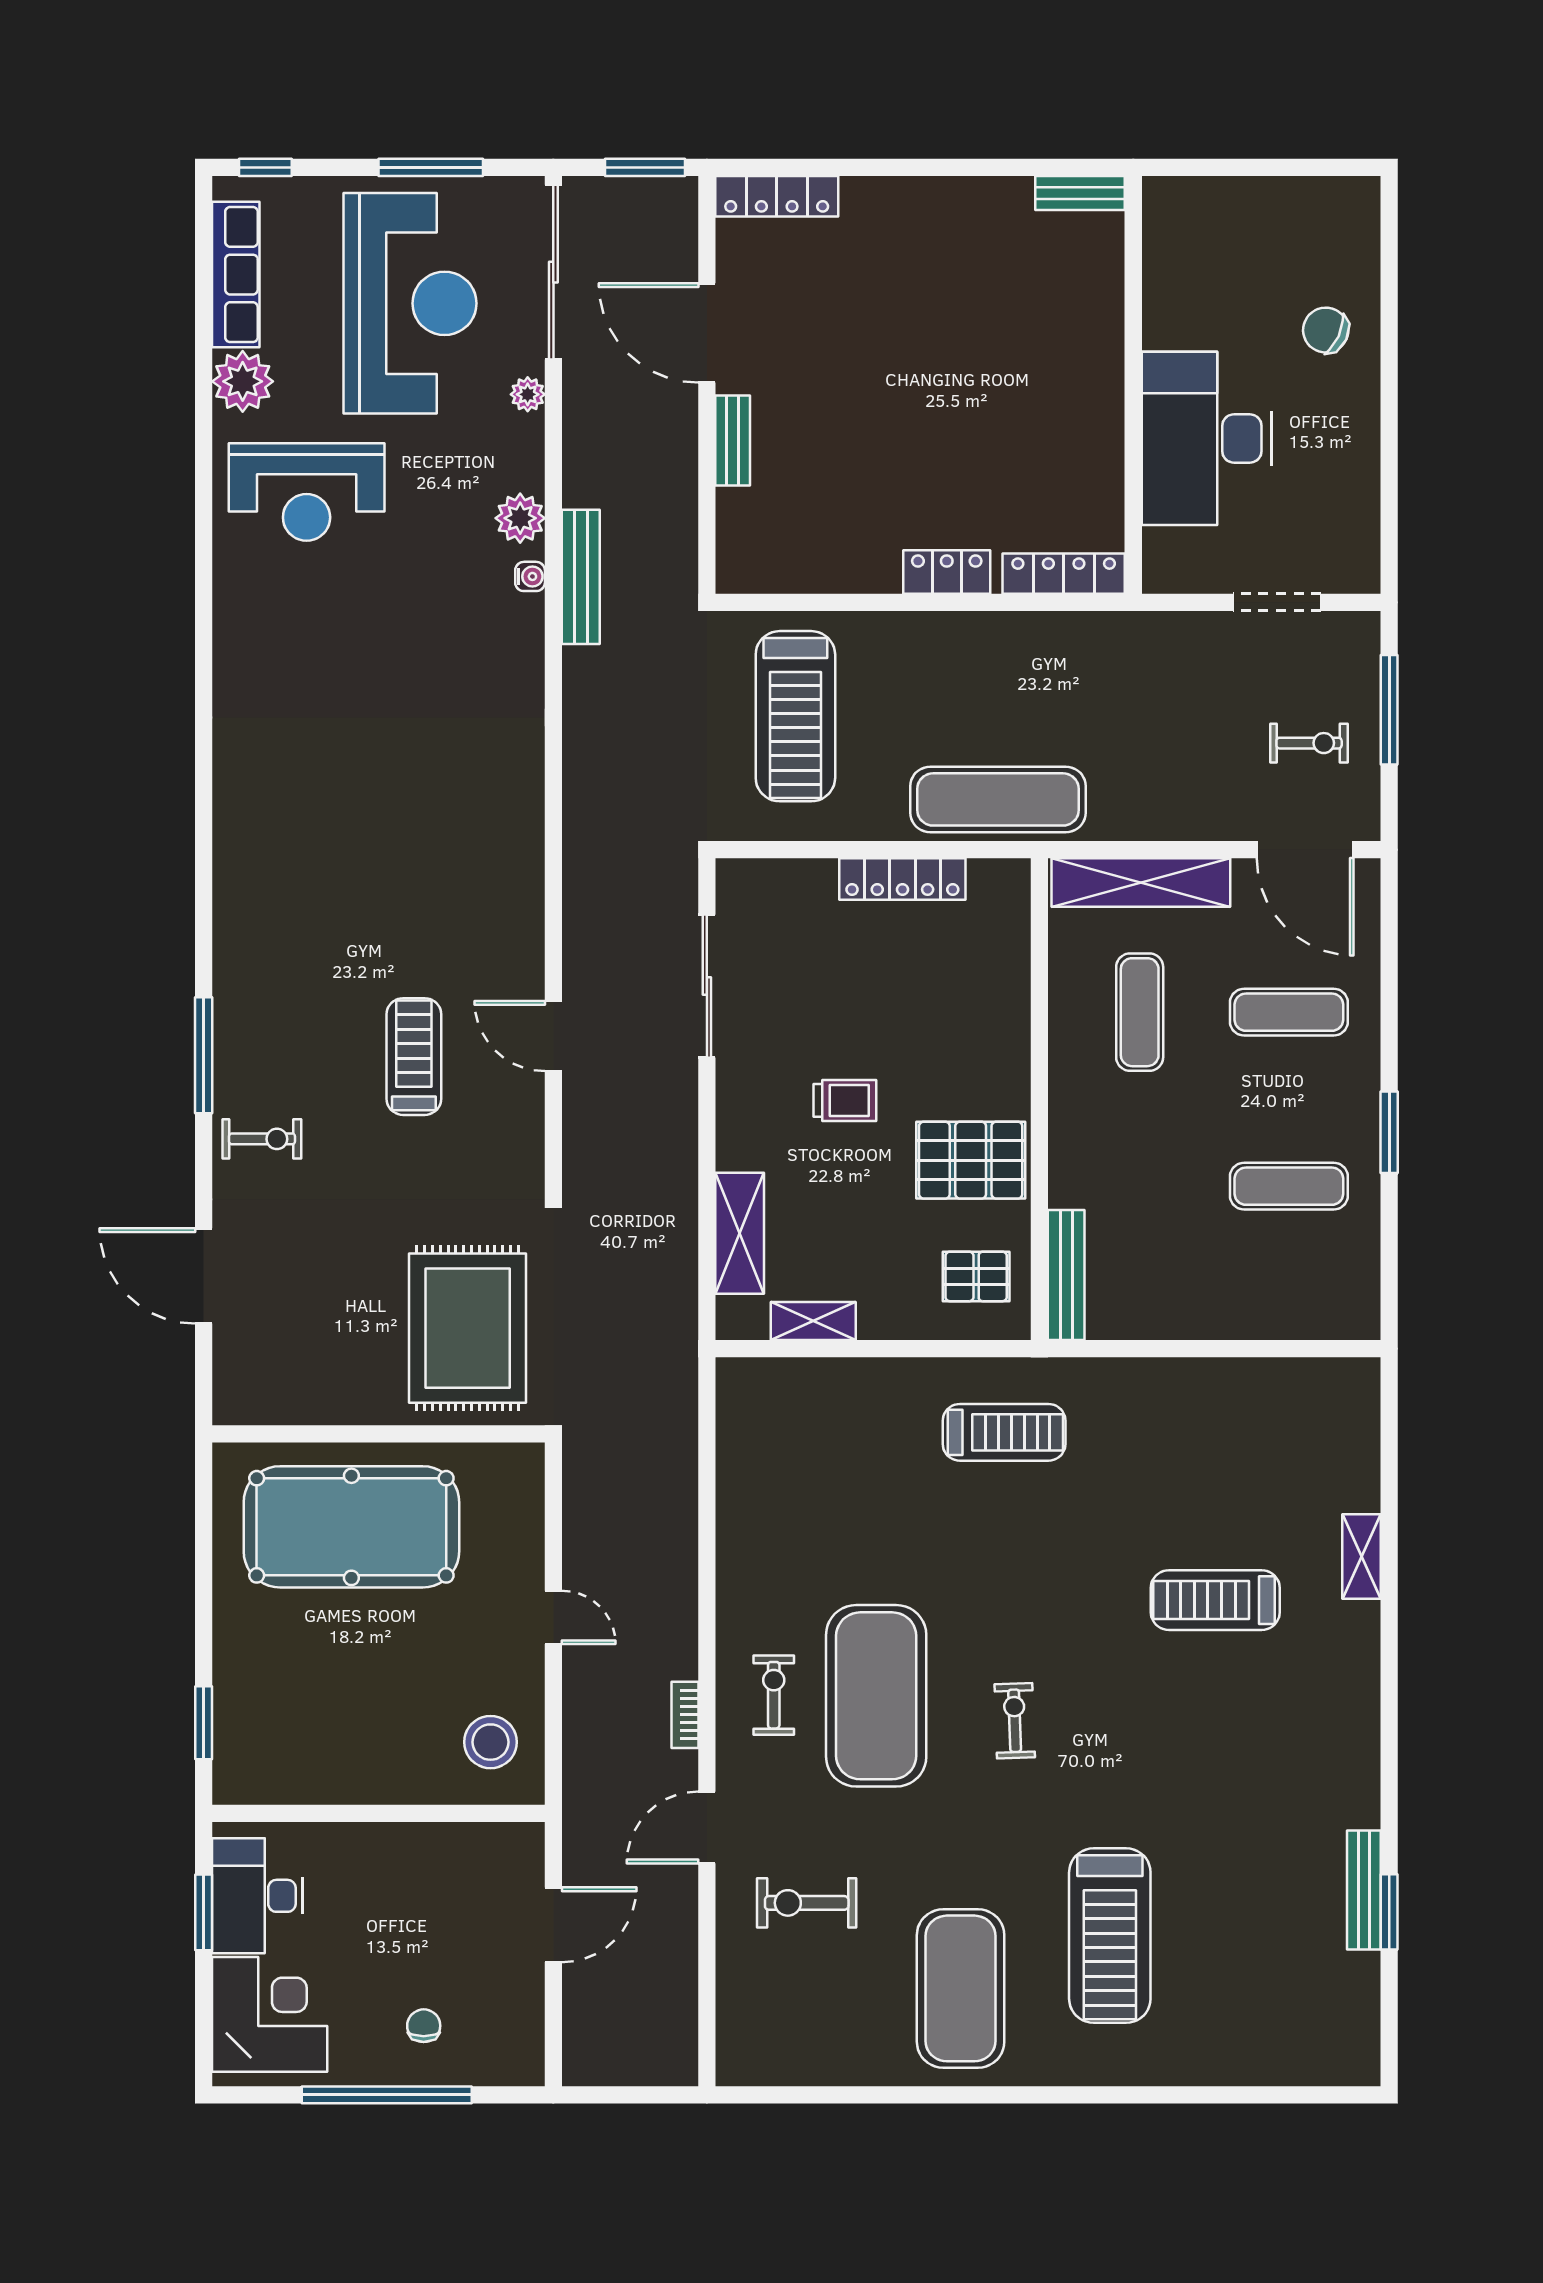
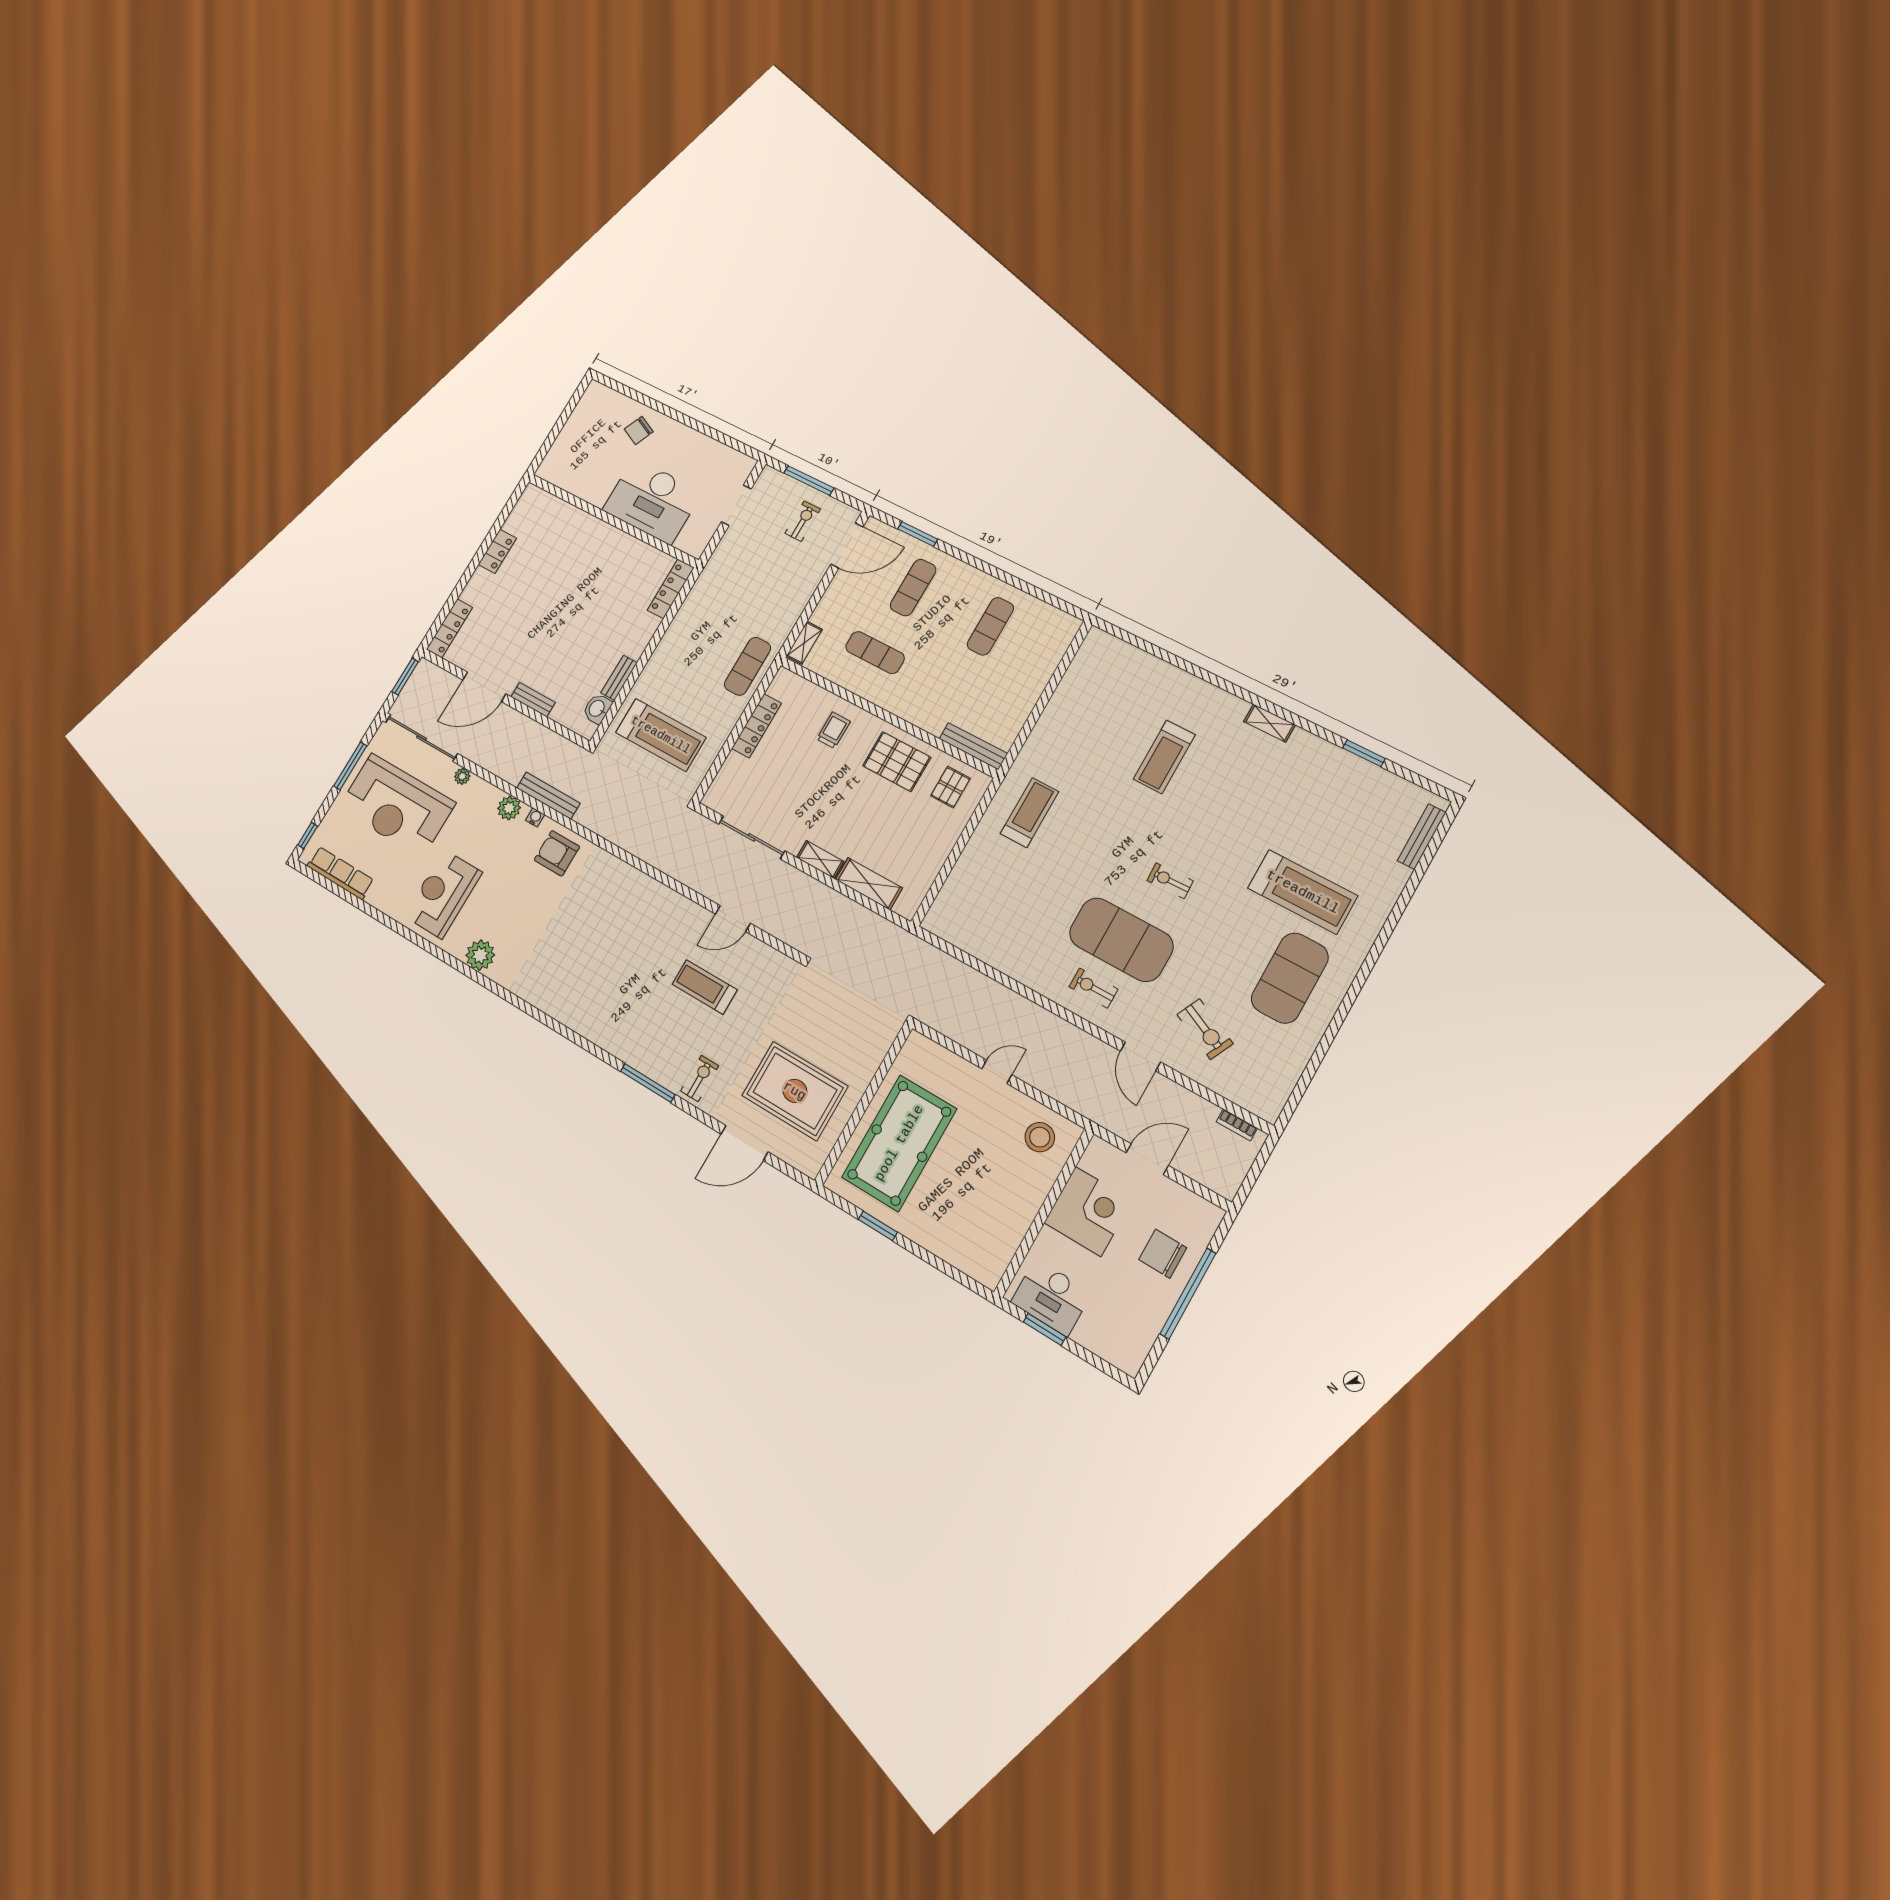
bench: (1080, 193) -> (619, 678), moved
reception desk: (410, 303) -> (397, 805), turned 180
plant: (243, 381) -> (480, 955), moved
reception desk: (307, 492) -> (443, 894), turned 180
washbasin: (780, 571) -> (597, 709), added
locker: (947, 572) -> (497, 551), moved, turned 180
armchair: (491, 656) -> (557, 853), added
exercise mat: (998, 799) -> (748, 666), width x0.73, depth x0.69
shelving: (1141, 883) -> (804, 643), width x0.45, depth x0.75
trolley: (845, 1100) -> (833, 730), moved
window: (1389, 1132) -> (918, 534), moved
pallet: (971, 1160) -> (897, 762), turned 90
shelving: (813, 1321) -> (820, 859), moved, turned 90
rug: (468, 1328) -> (795, 1091), moved
shelving: (1361, 1556) -> (1270, 723), moved
bookcase: (685, 1715) -> (1237, 1125), moved
window: (204, 1723) -> (878, 1226), moved
bench: (1364, 1890) -> (1422, 837), moved, turned 90
exercise bike: (807, 1903) -> (1205, 1029), turned -65
door: (553, 1925) -> (1147, 1159), hinge flipped
exercise mat: (961, 1988) -> (1290, 978), turned 90
corner desk: (270, 2014) -> (1088, 1211), moved, turned 90
chair: (424, 2026) -> (1163, 1254), width x1.87, depth x1.87

